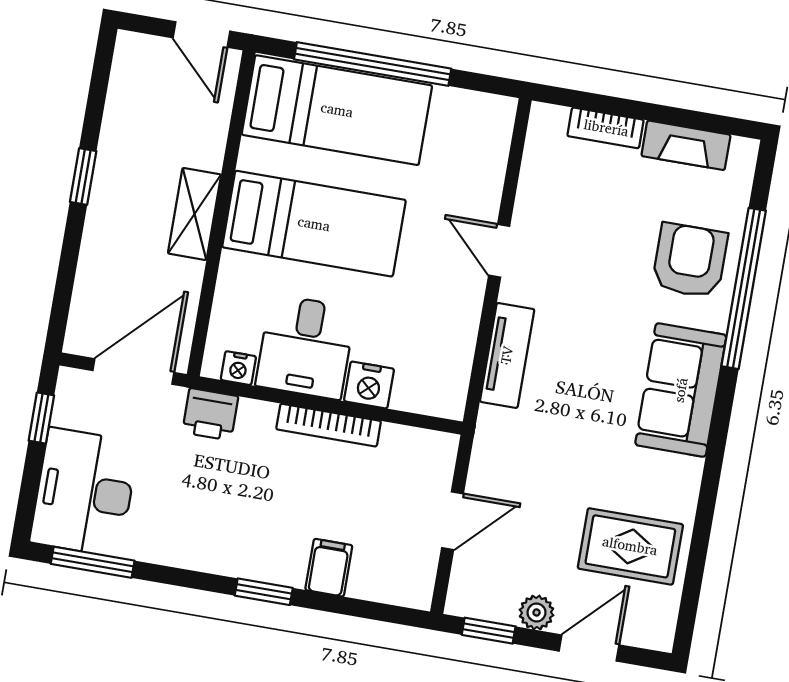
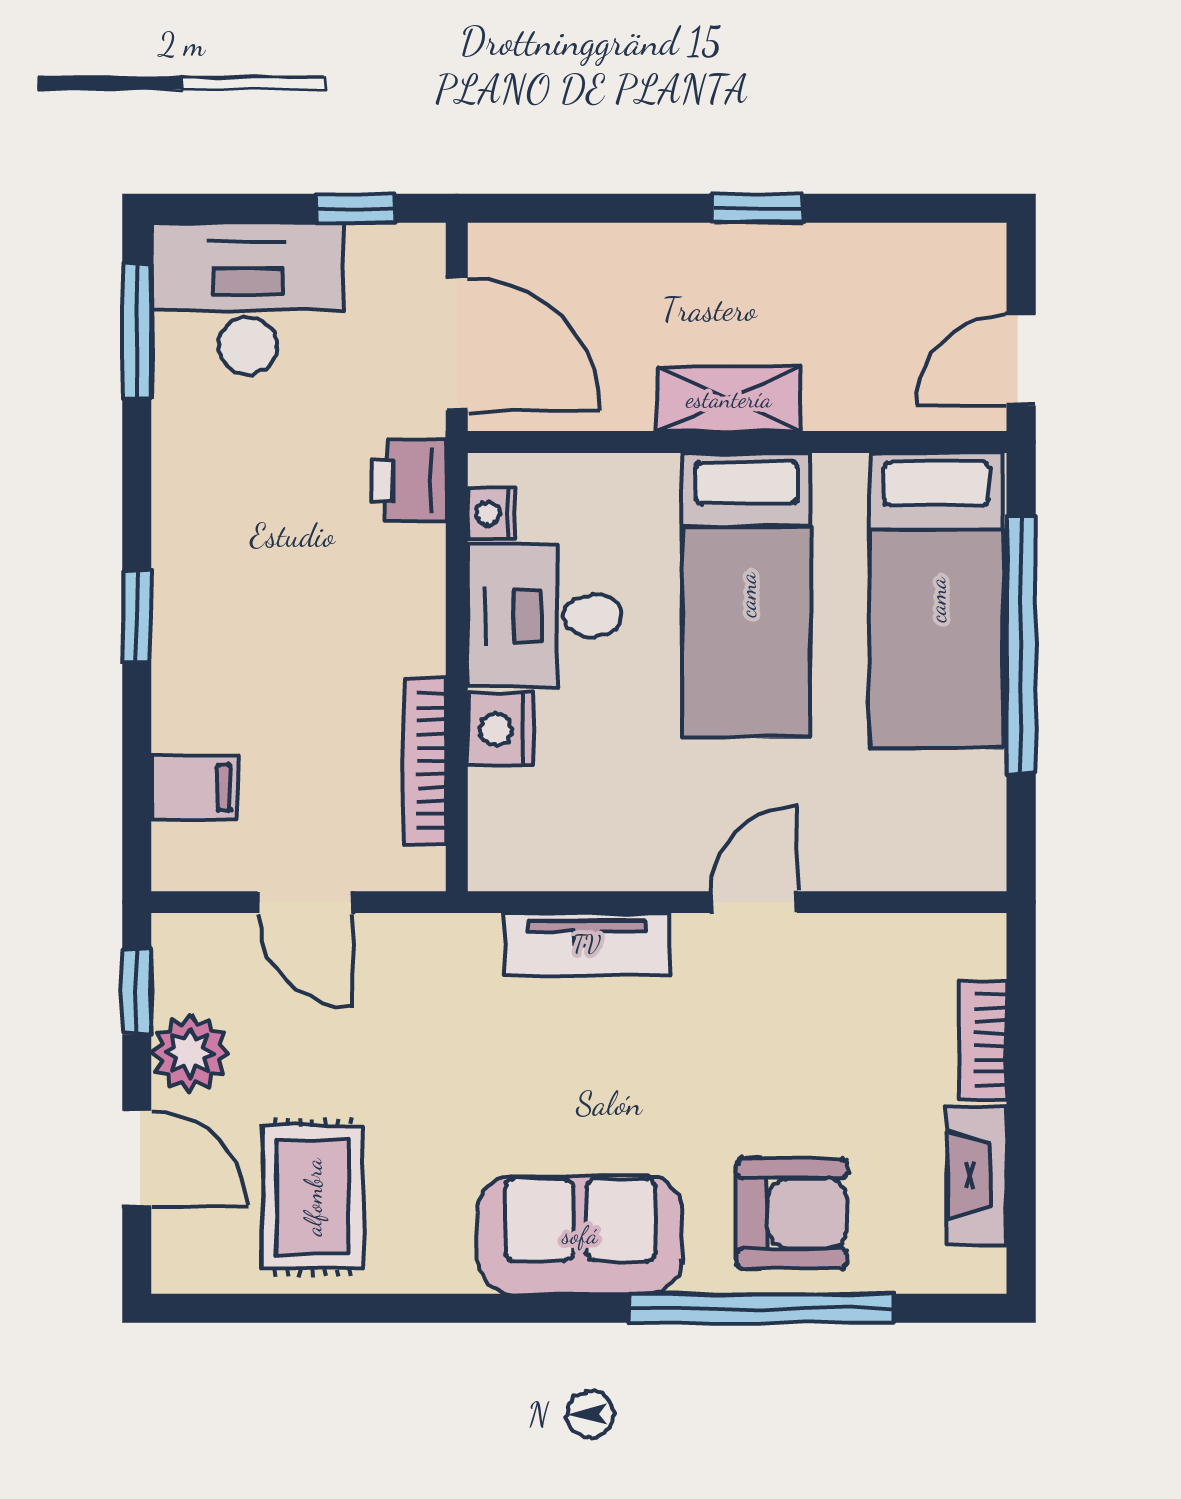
bookcase: (329, 425) -> (425, 761), moved
filing cabinet: (329, 568) -> (194, 788), moved
plant: (537, 613) -> (190, 1053), width x1.38, depth x1.38

